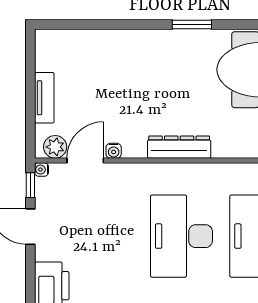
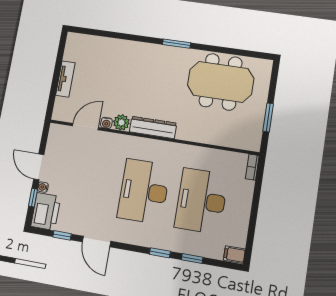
plant: (55, 147) -> (121, 122), moved
water cooler: (42, 170) -> (43, 187), moved
window: (30, 185) -> (33, 198), moved

